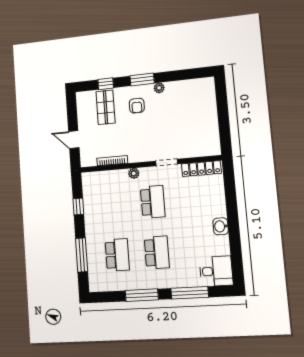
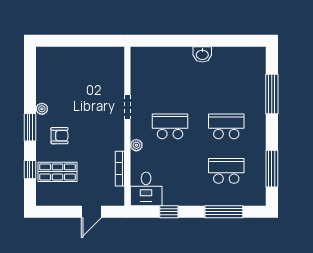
locker: (201, 169) -> (138, 70), removed
desk: (216, 271) -> (146, 189), moved, turned 180
window: (142, 295) -> (272, 169), moved

